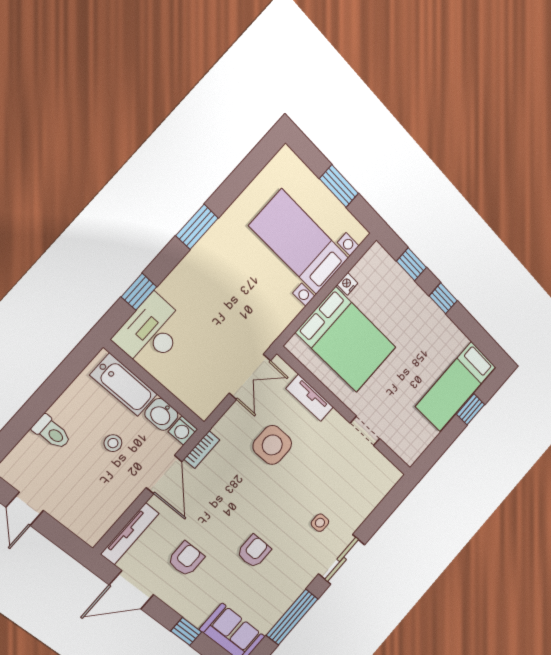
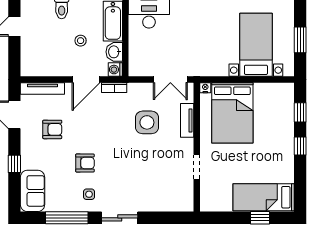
nightstand: (347, 284) -> (205, 88), moved
side table: (320, 523) -> (89, 194), moved

